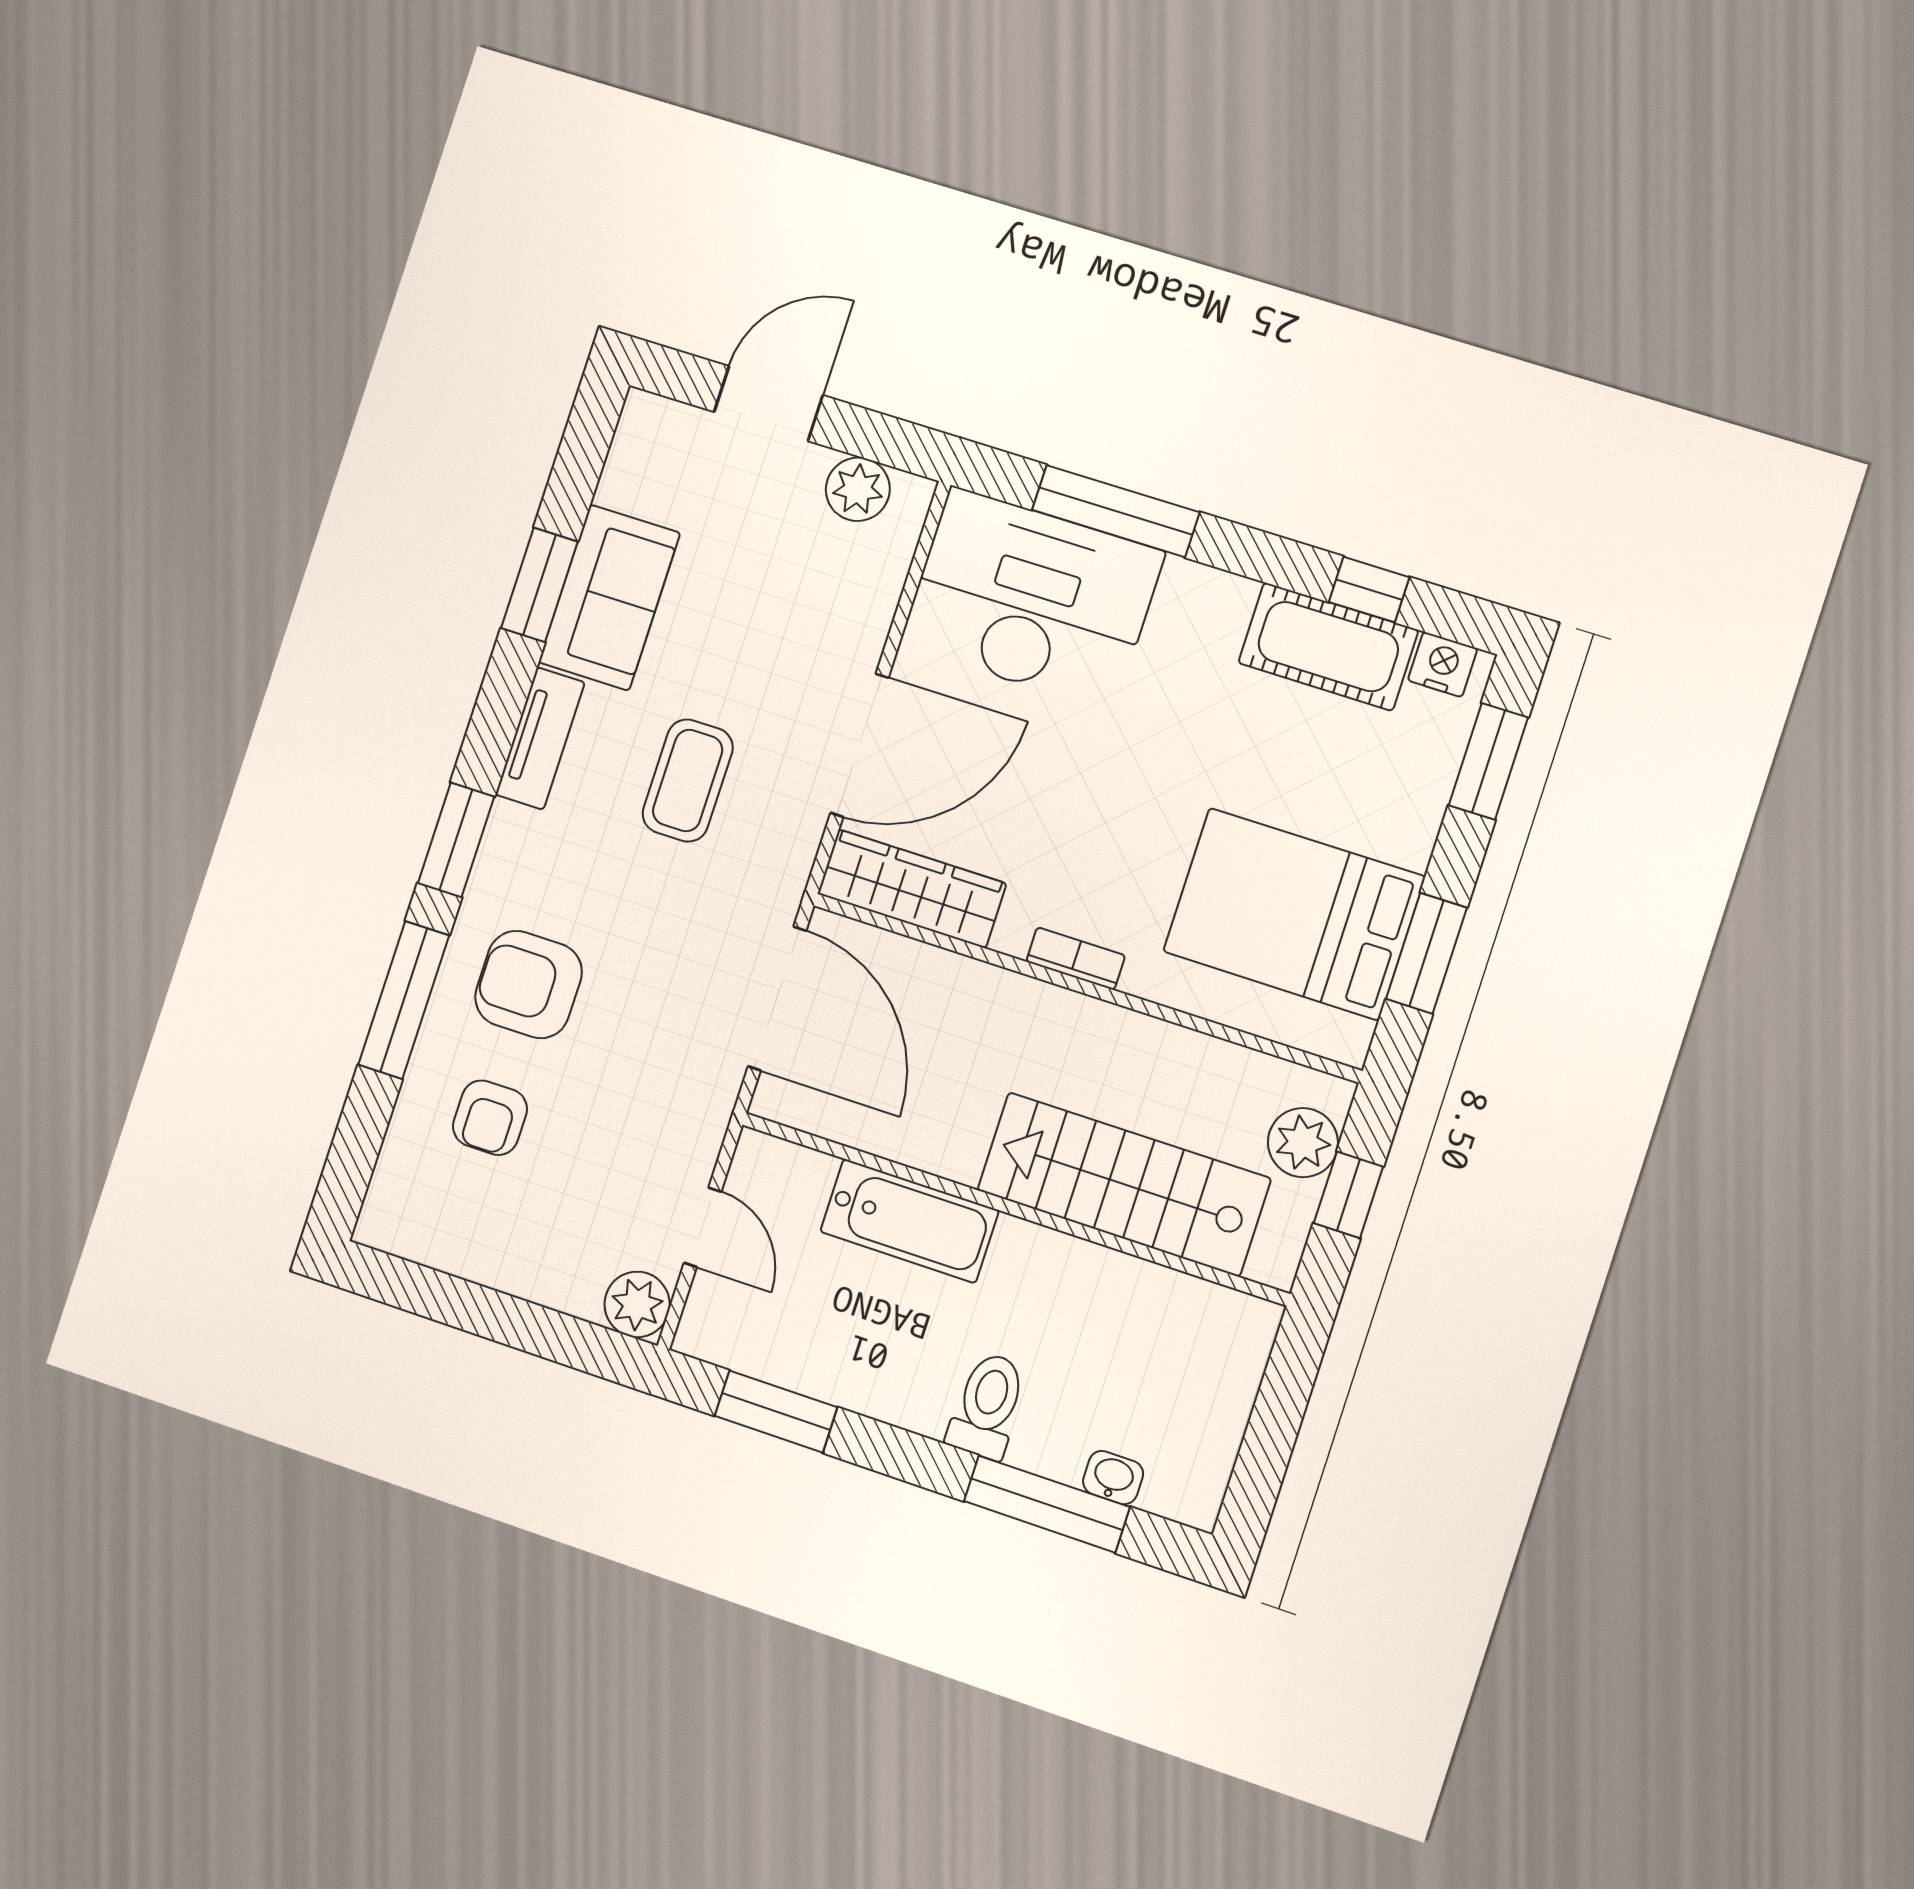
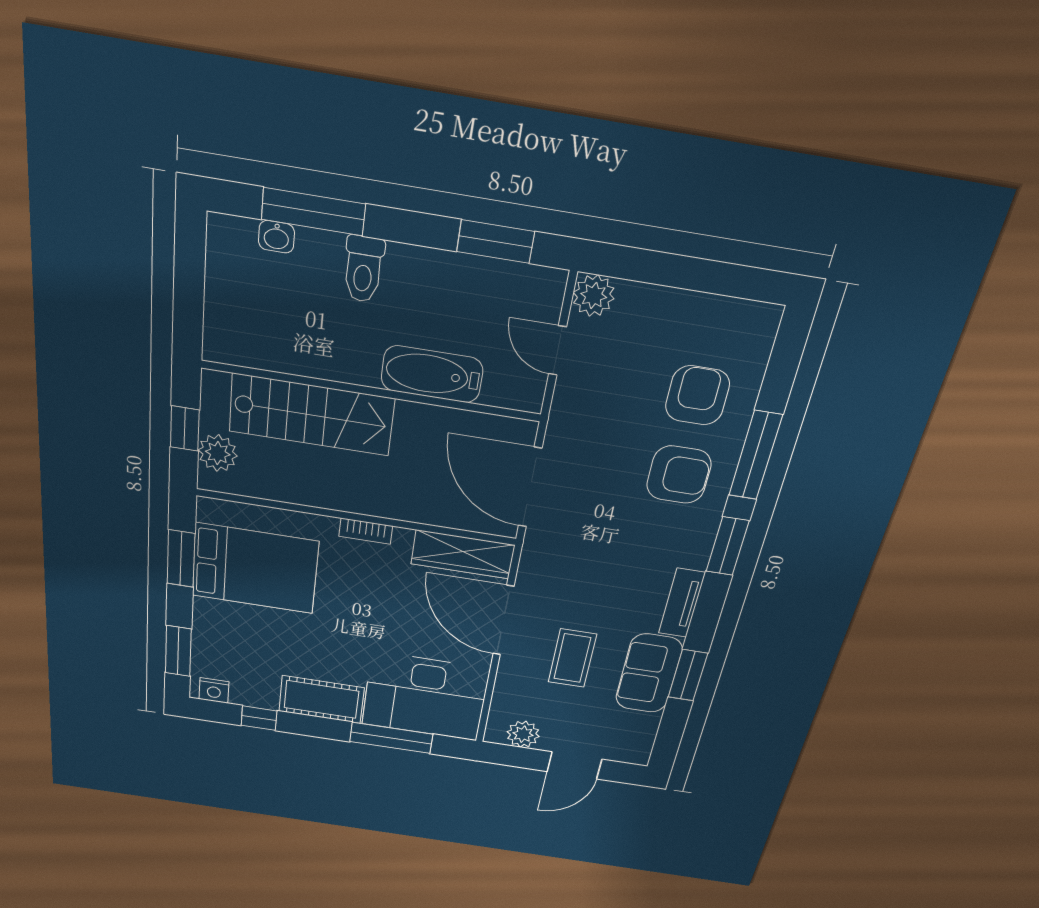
cot: (1328, 647) -> (321, 699), moved
door: (859, 745) -> (503, 620), hinge flipped
coffee table: (688, 780) -> (572, 658), moved
armchair: (490, 1118) -> (697, 395), width x1.38, depth x1.38

